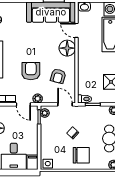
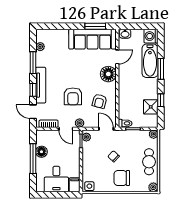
door: (76, 30) -> (117, 57), swing flipped
armchair: (31, 71) -> (73, 96), turned 180
chair: (81, 155) -> (122, 178), turned 180

